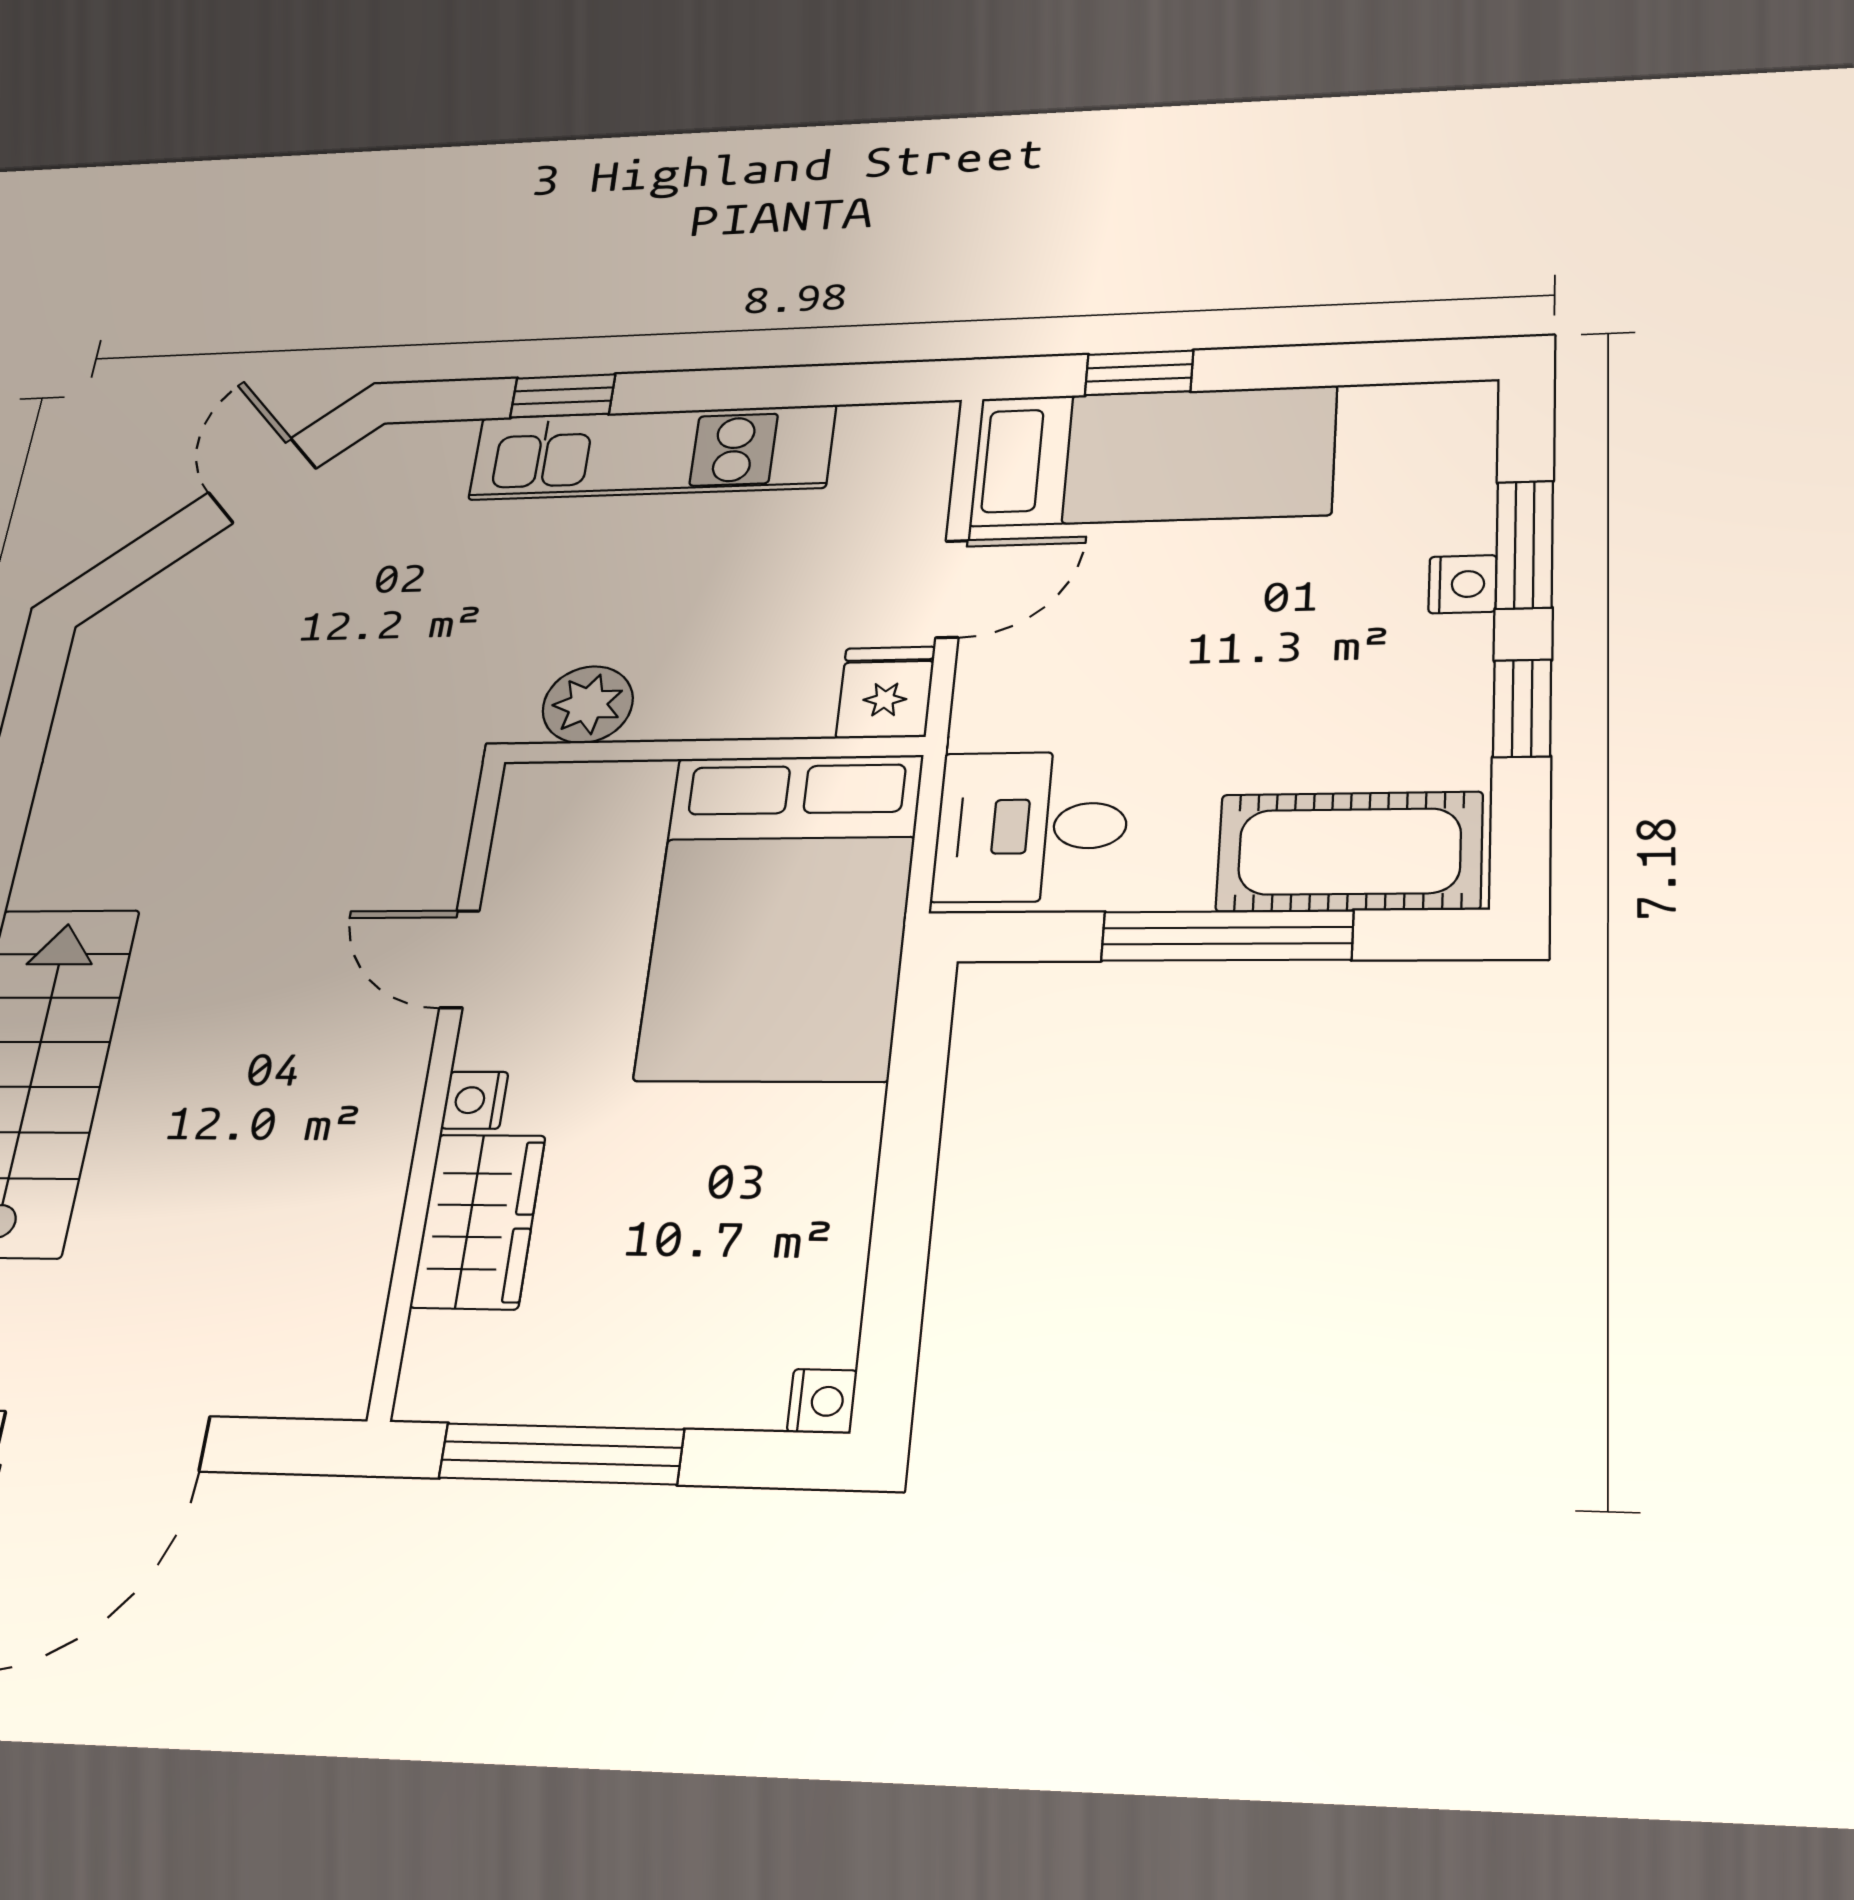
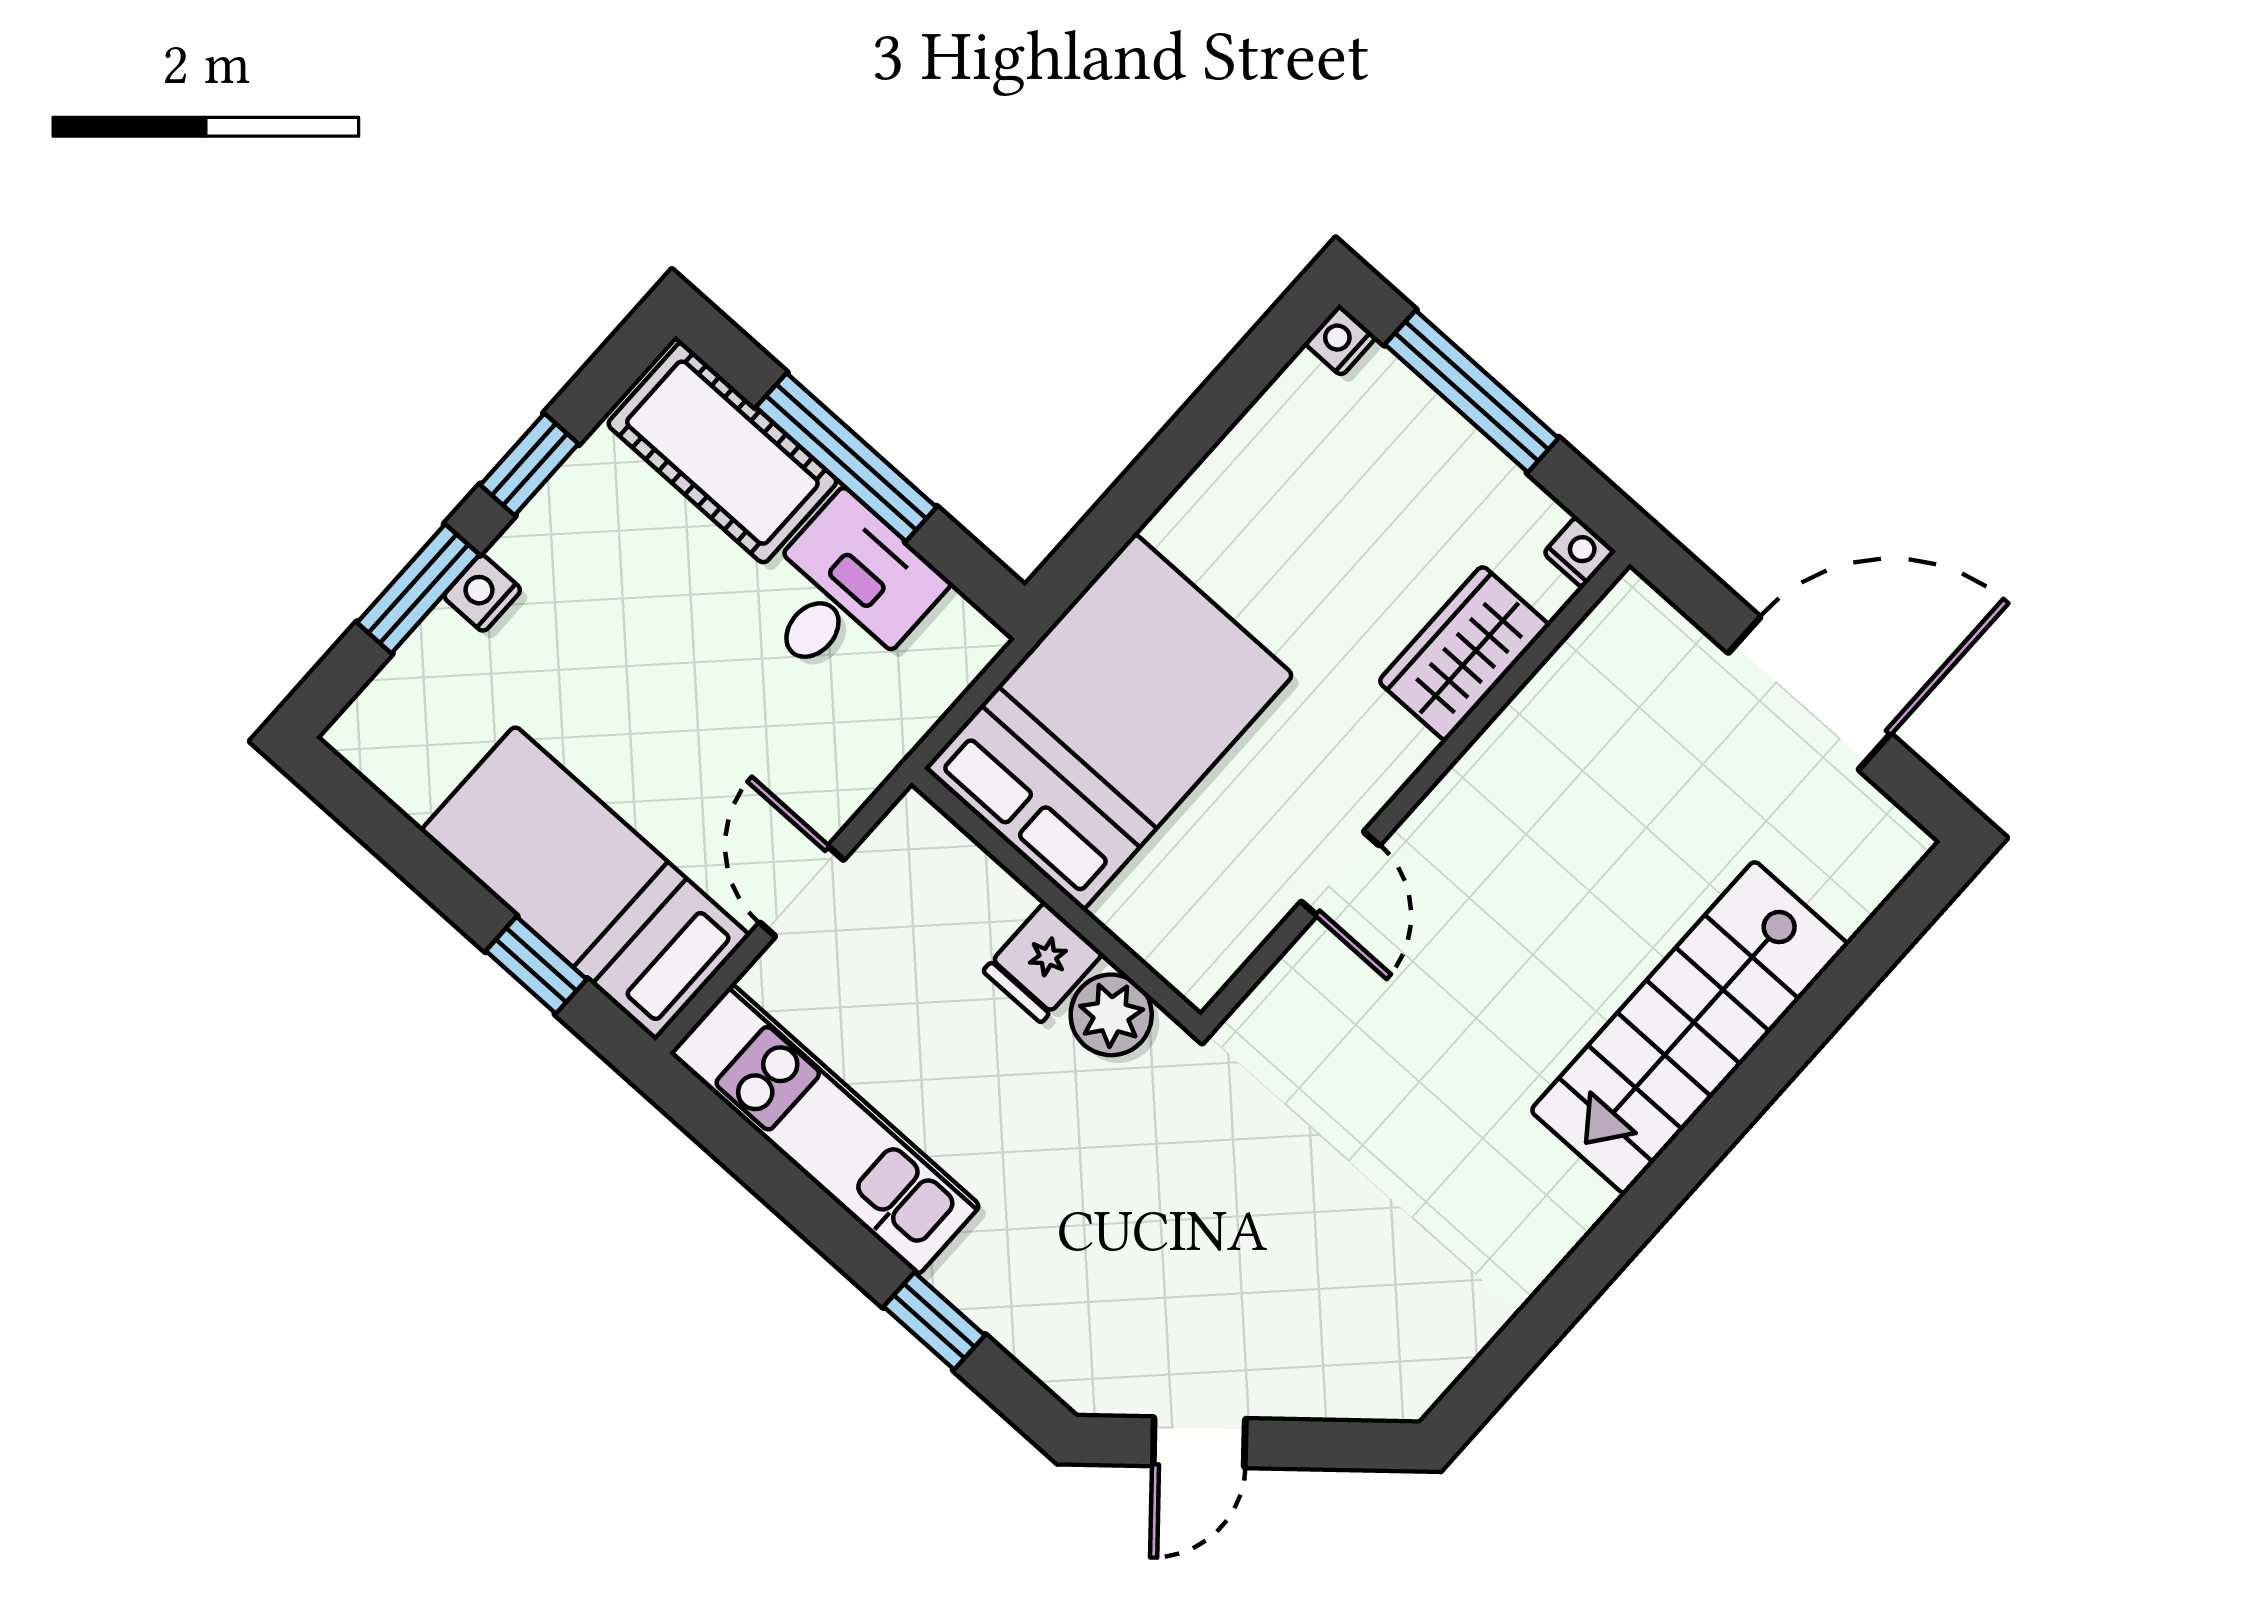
kitchen unit: (652, 453) -> (825, 1129), moved
door: (952, 589) -> (802, 891), hinge flipped
fridge: (886, 692) -> (1043, 962), moved
desk: (1031, 826) -> (845, 593), moved, turned -90
nightstand: (475, 1100) -> (1580, 552), moved, turned -90
window: (561, 1454) -> (1472, 391), moved

